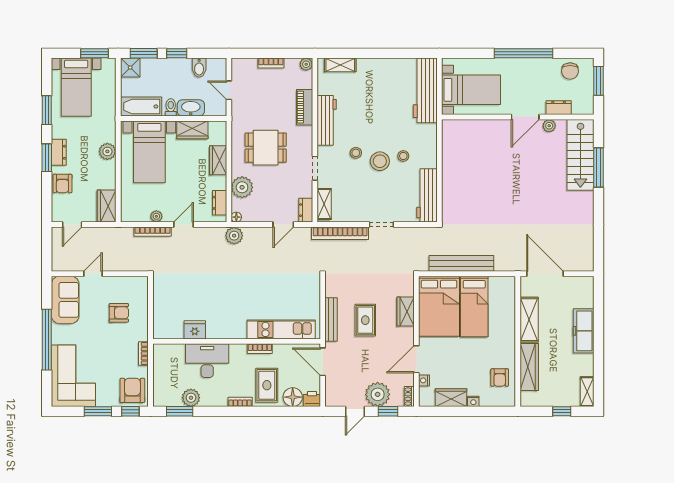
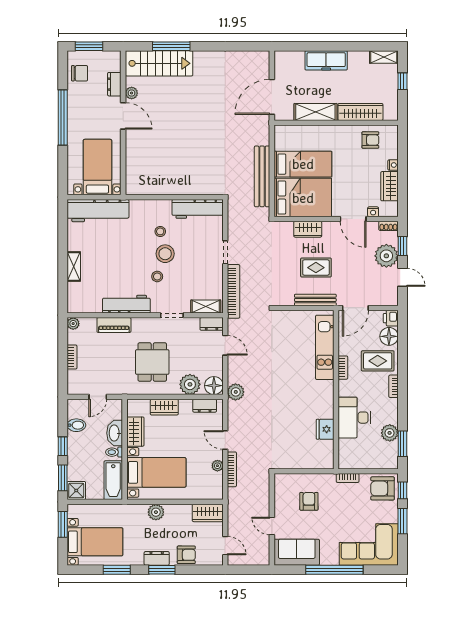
shelving: (340, 65) -> (74, 266), moved
floor lamp: (236, 217) -> (214, 386), width x1.89, depth x1.89

